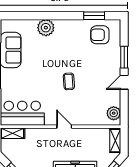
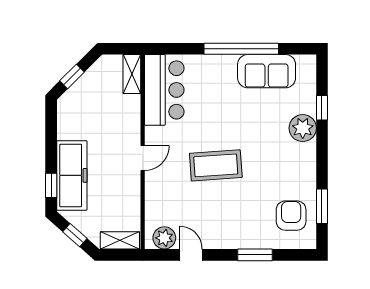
window: (33, 16) -> (322, 108), added
coffee table: (69, 81) -> (216, 165), width x1.86, depth x1.72
door: (124, 82) -> (191, 255), moved

